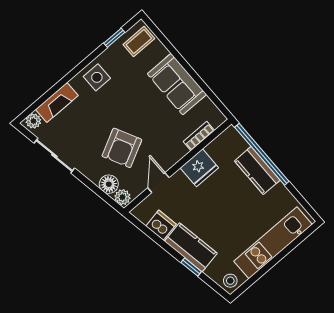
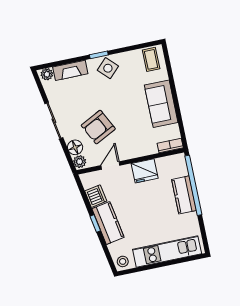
window: (114, 38) -> (99, 55), moved
coffee table: (139, 42) -> (151, 59), turned 90
side table: (97, 77) -> (108, 68), turned 45
bookcase: (199, 136) -> (170, 146), moved
sliding door: (54, 156) -> (54, 121), moved
window: (191, 267) -> (95, 223), moved

